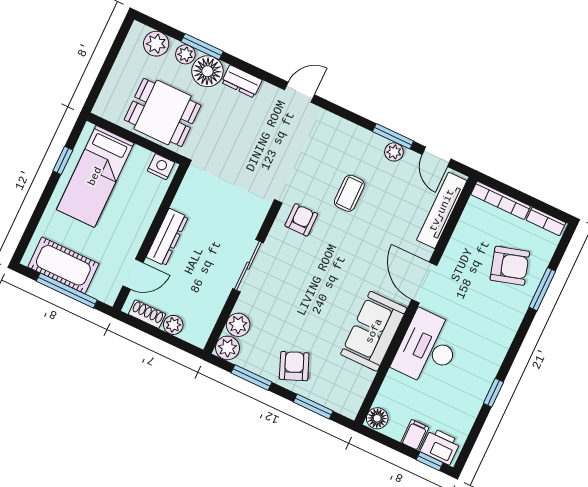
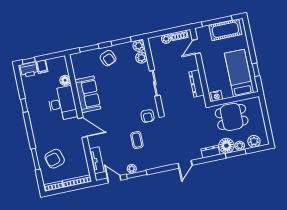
tv unit: (442, 210) -> (97, 160), width x0.71
dresser: (167, 237) -> (197, 84), moved
floor lamp: (377, 418) -> (65, 80), moved

